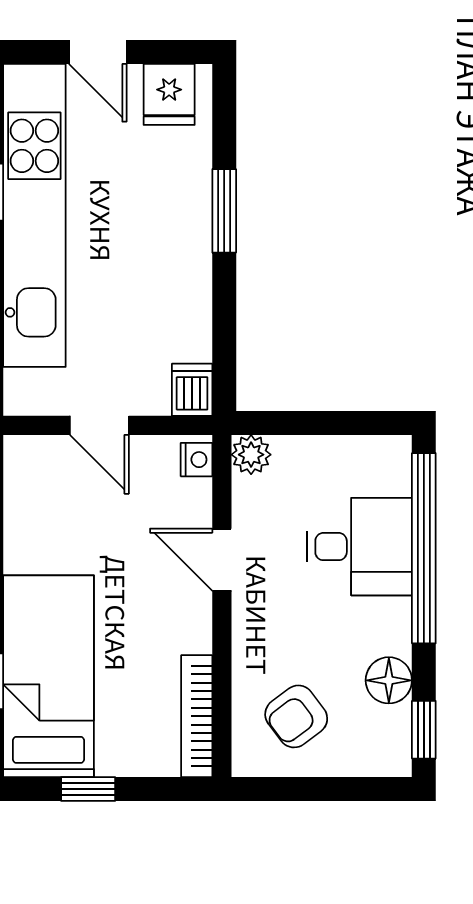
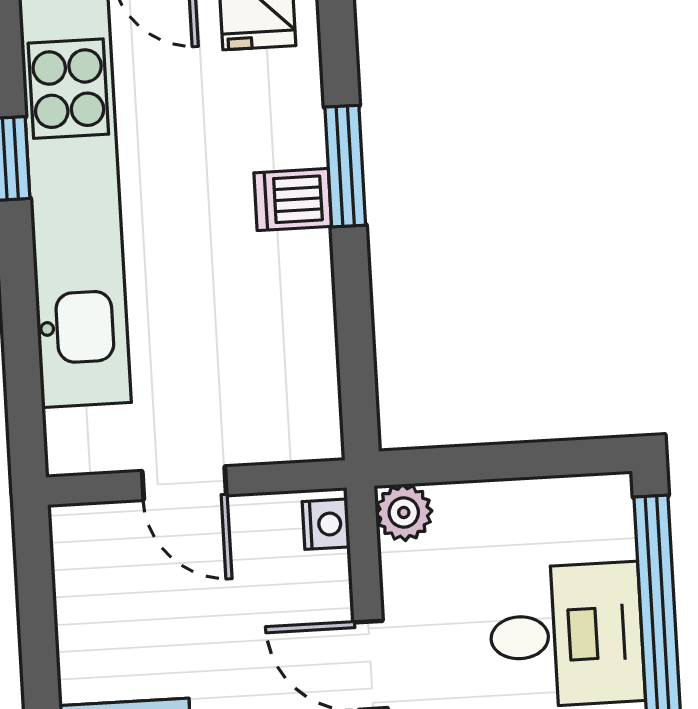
dishwasher: (192, 390) -> (293, 200), moved, turned -90

